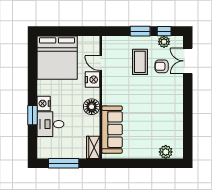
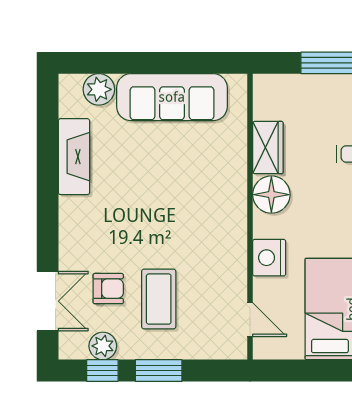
door: (101, 63) -> (250, 320), moved
fireplace: (176, 123) -> (74, 157), added
sofa: (112, 130) -> (172, 97), moved, turned -90
wardrobe: (93, 147) -> (268, 148), moved

